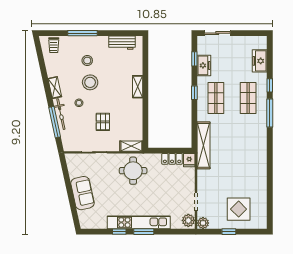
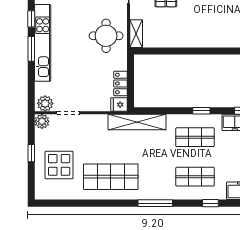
shelving: (138, 87) -> (209, 41), removed
window: (270, 113) -> (155, 203), moved
shop shelf: (248, 167) -> (111, 177), added

